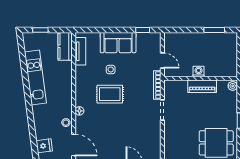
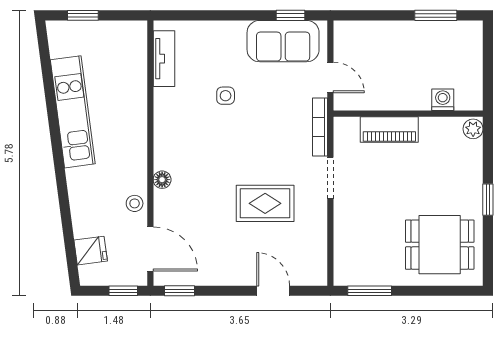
sofa: (118, 43) -> (283, 41), moved
kitchen counter: (65, 46) -> (133, 49), removed
washing machine: (199, 72) -> (443, 100), moved
piano: (202, 86) -> (389, 130), moved
rug: (110, 94) -> (265, 203), moved

